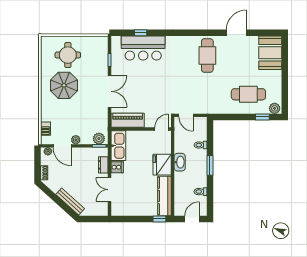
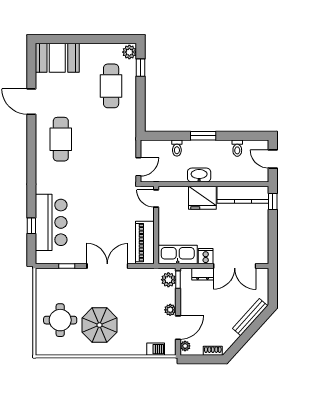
cafe table: (207, 55) -> (61, 139), turned 90
double door: (110, 190) -> (235, 266), width x1.37

